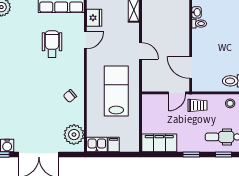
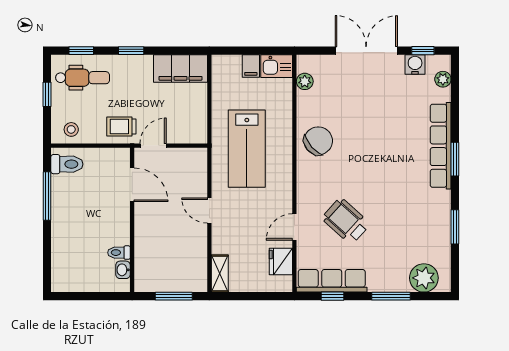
wheelchair: (52, 44) -> (346, 221), turned 132
chair: (70, 96) -> (318, 141), width x1.87, depth x1.87
plant: (74, 135) -> (305, 81), width x0.53, depth x0.53

